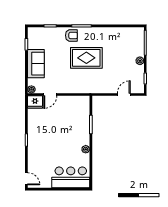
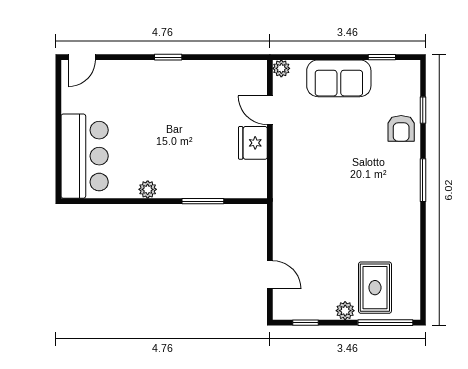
armchair: (71, 35) -> (401, 128), moved
rug: (86, 58) -> (375, 288), moved, width x0.73, depth x0.70
fridge: (35, 102) -> (253, 143), moved

